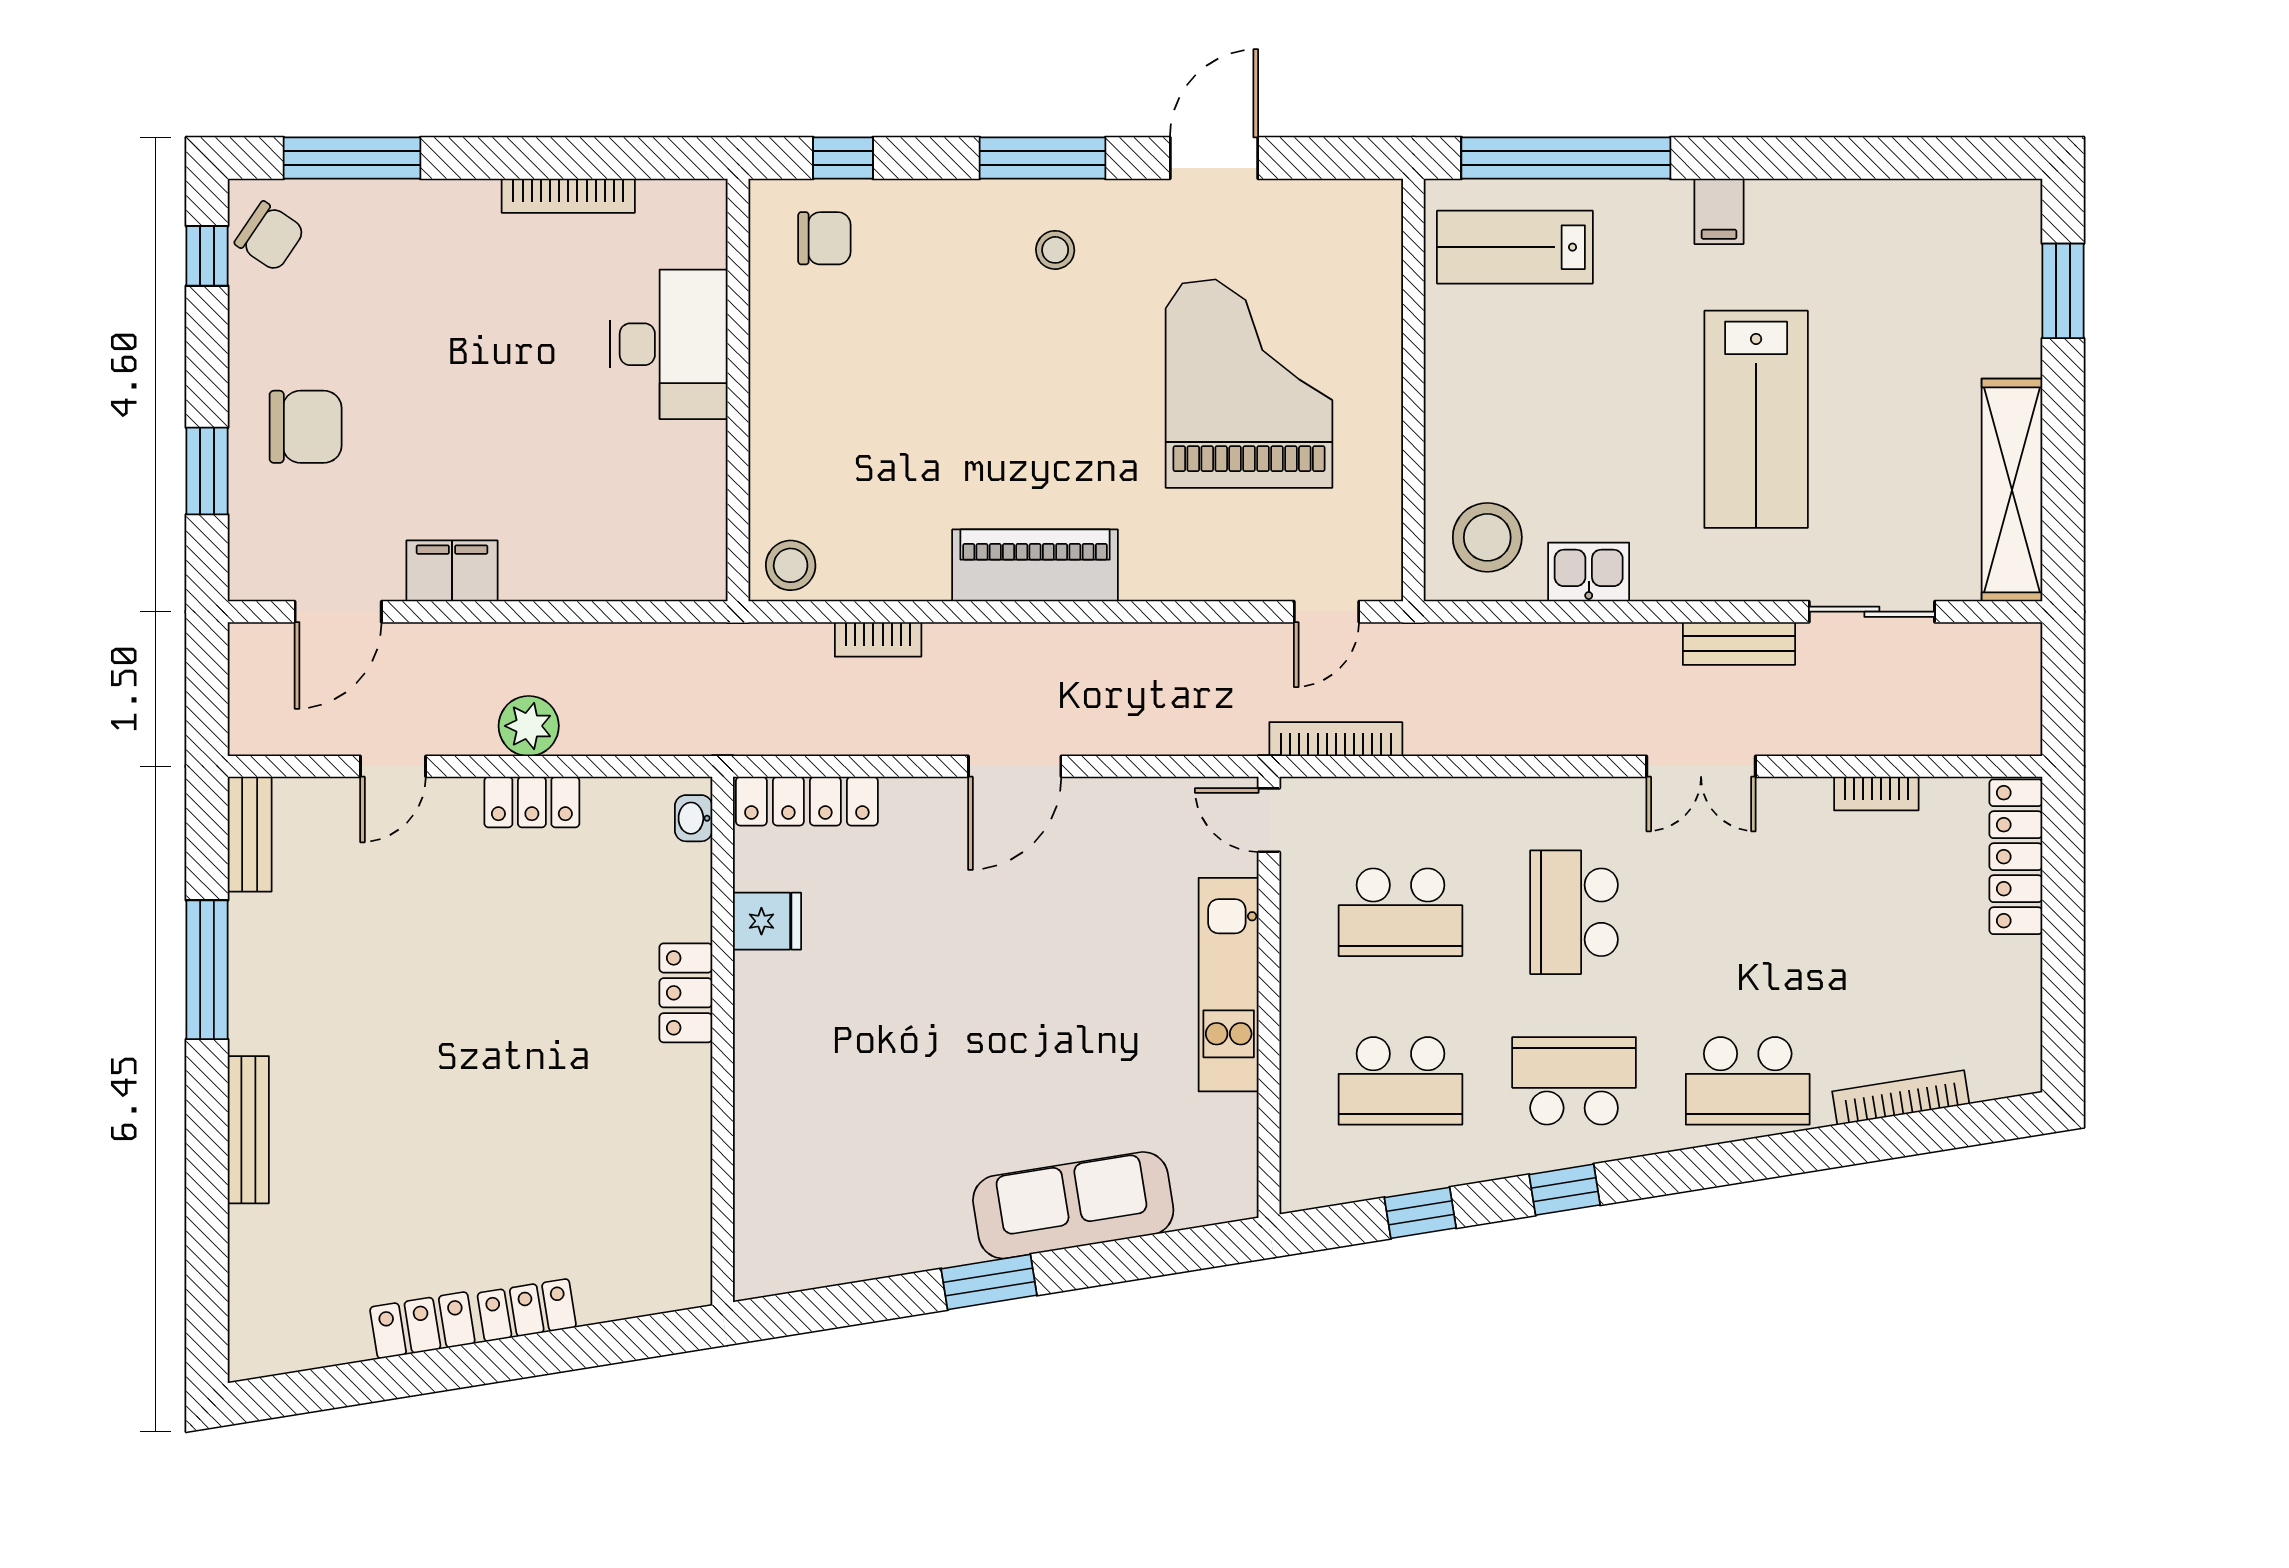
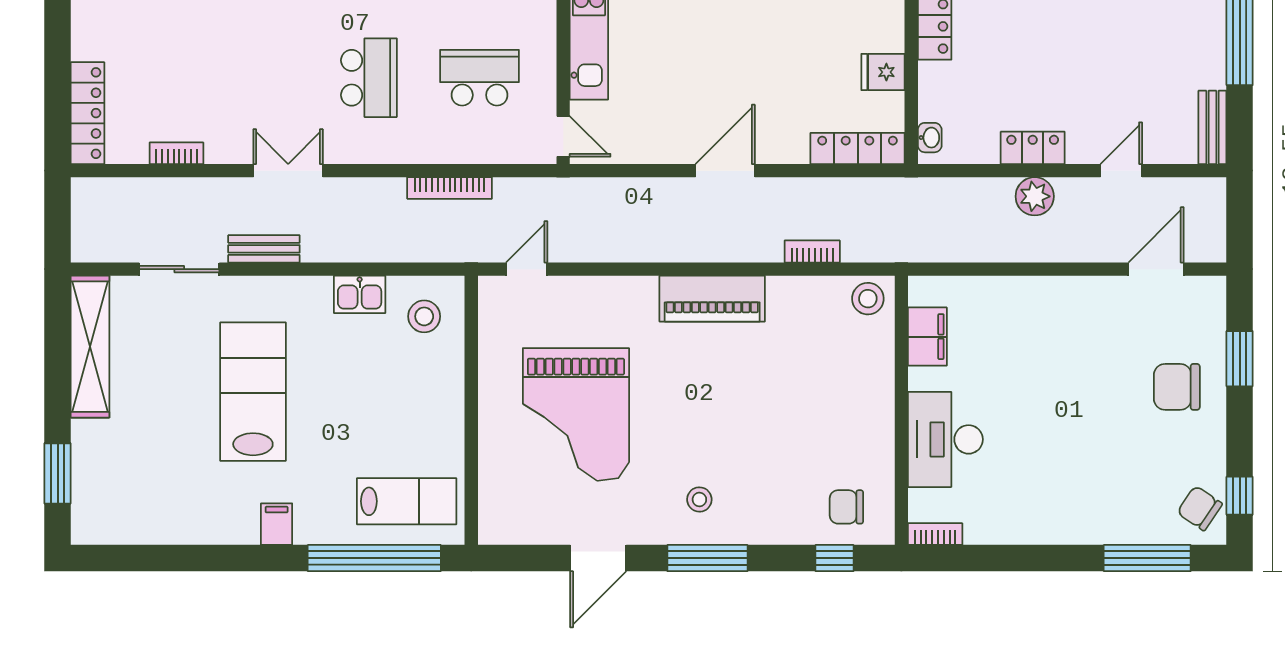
bookcase: (568, 196) -> (935, 534), moved, width x0.64
stool: (1487, 537) -> (424, 316), width x0.73, depth x0.73
filing cabinet: (452, 571) -> (927, 337), moved, turned -90
bookcase: (1336, 739) -> (450, 188), moved

